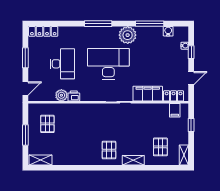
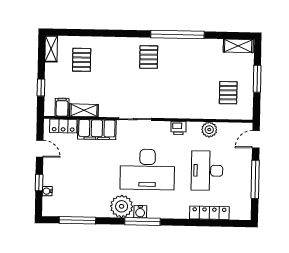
window: (98, 24) -> (142, 222), moved
window: (150, 24) -> (77, 220), moved
locker: (43, 31) -> (209, 213), moved
water cooler: (168, 31) -> (140, 212), moved
window: (25, 58) -> (255, 179), width x1.44
door: (191, 78) -> (40, 149), swing flipped
printer: (74, 96) -> (178, 128), moved
shelving: (133, 160) -> (84, 110), moved
window: (87, 168) -> (177, 34), added

